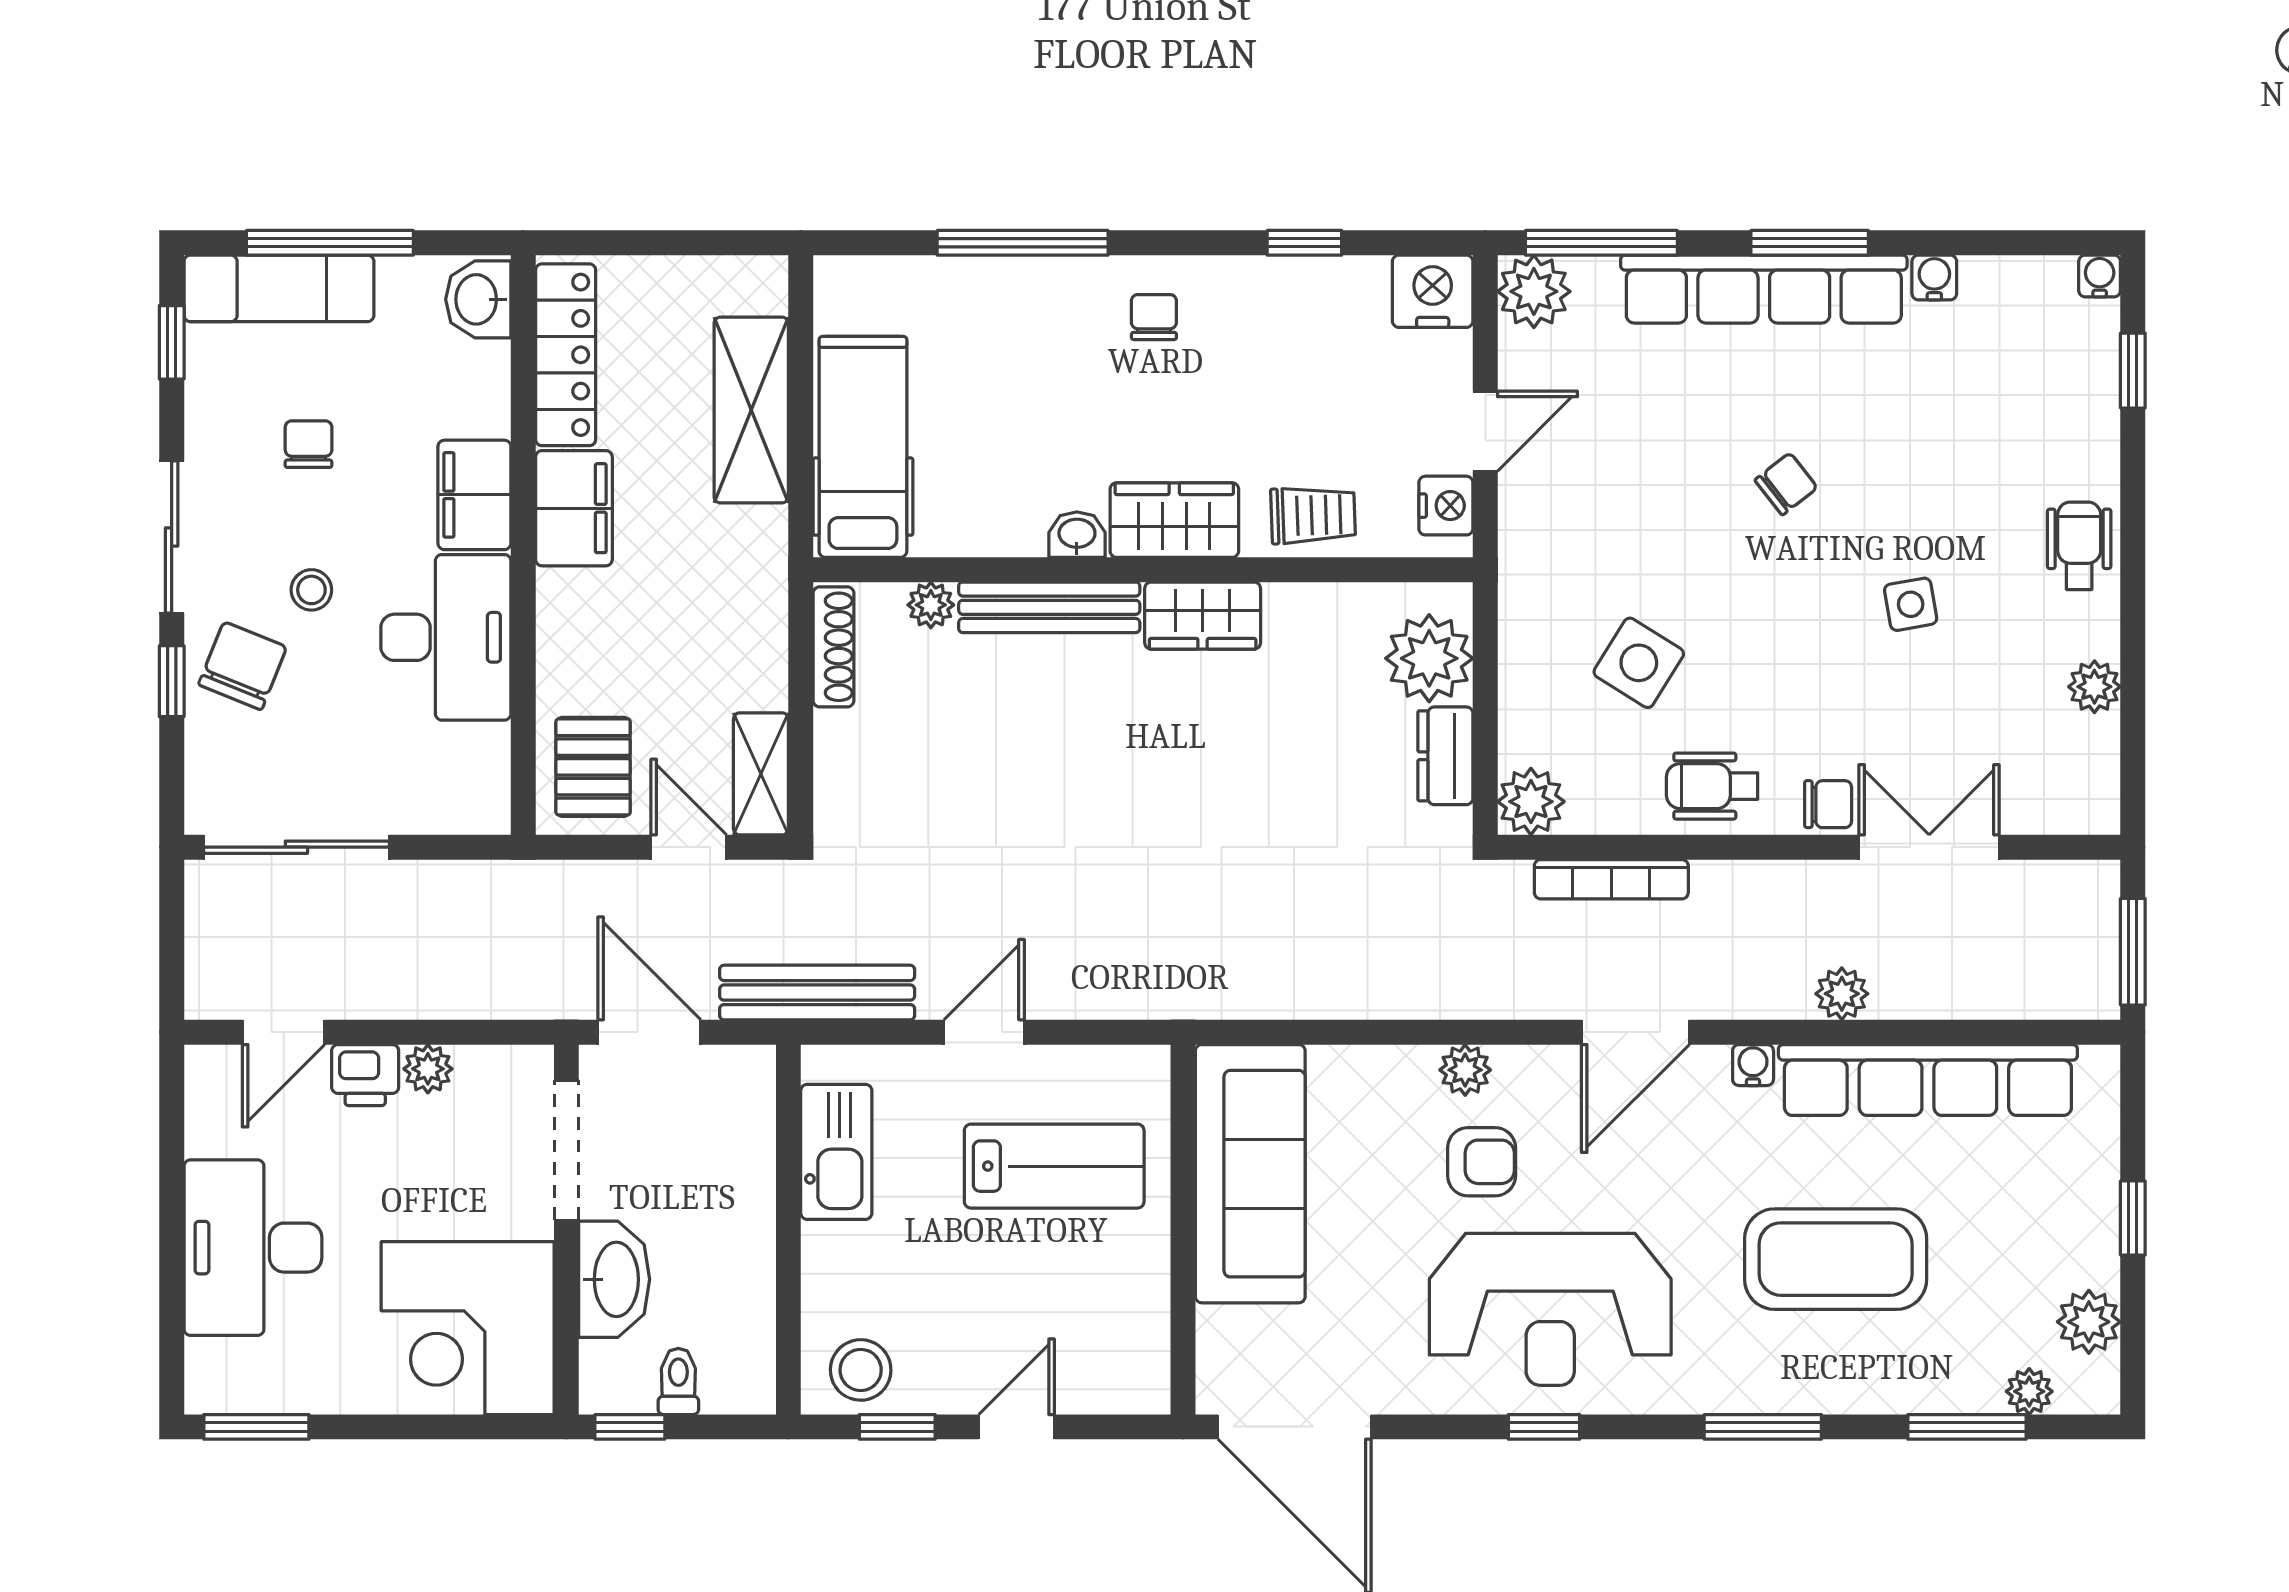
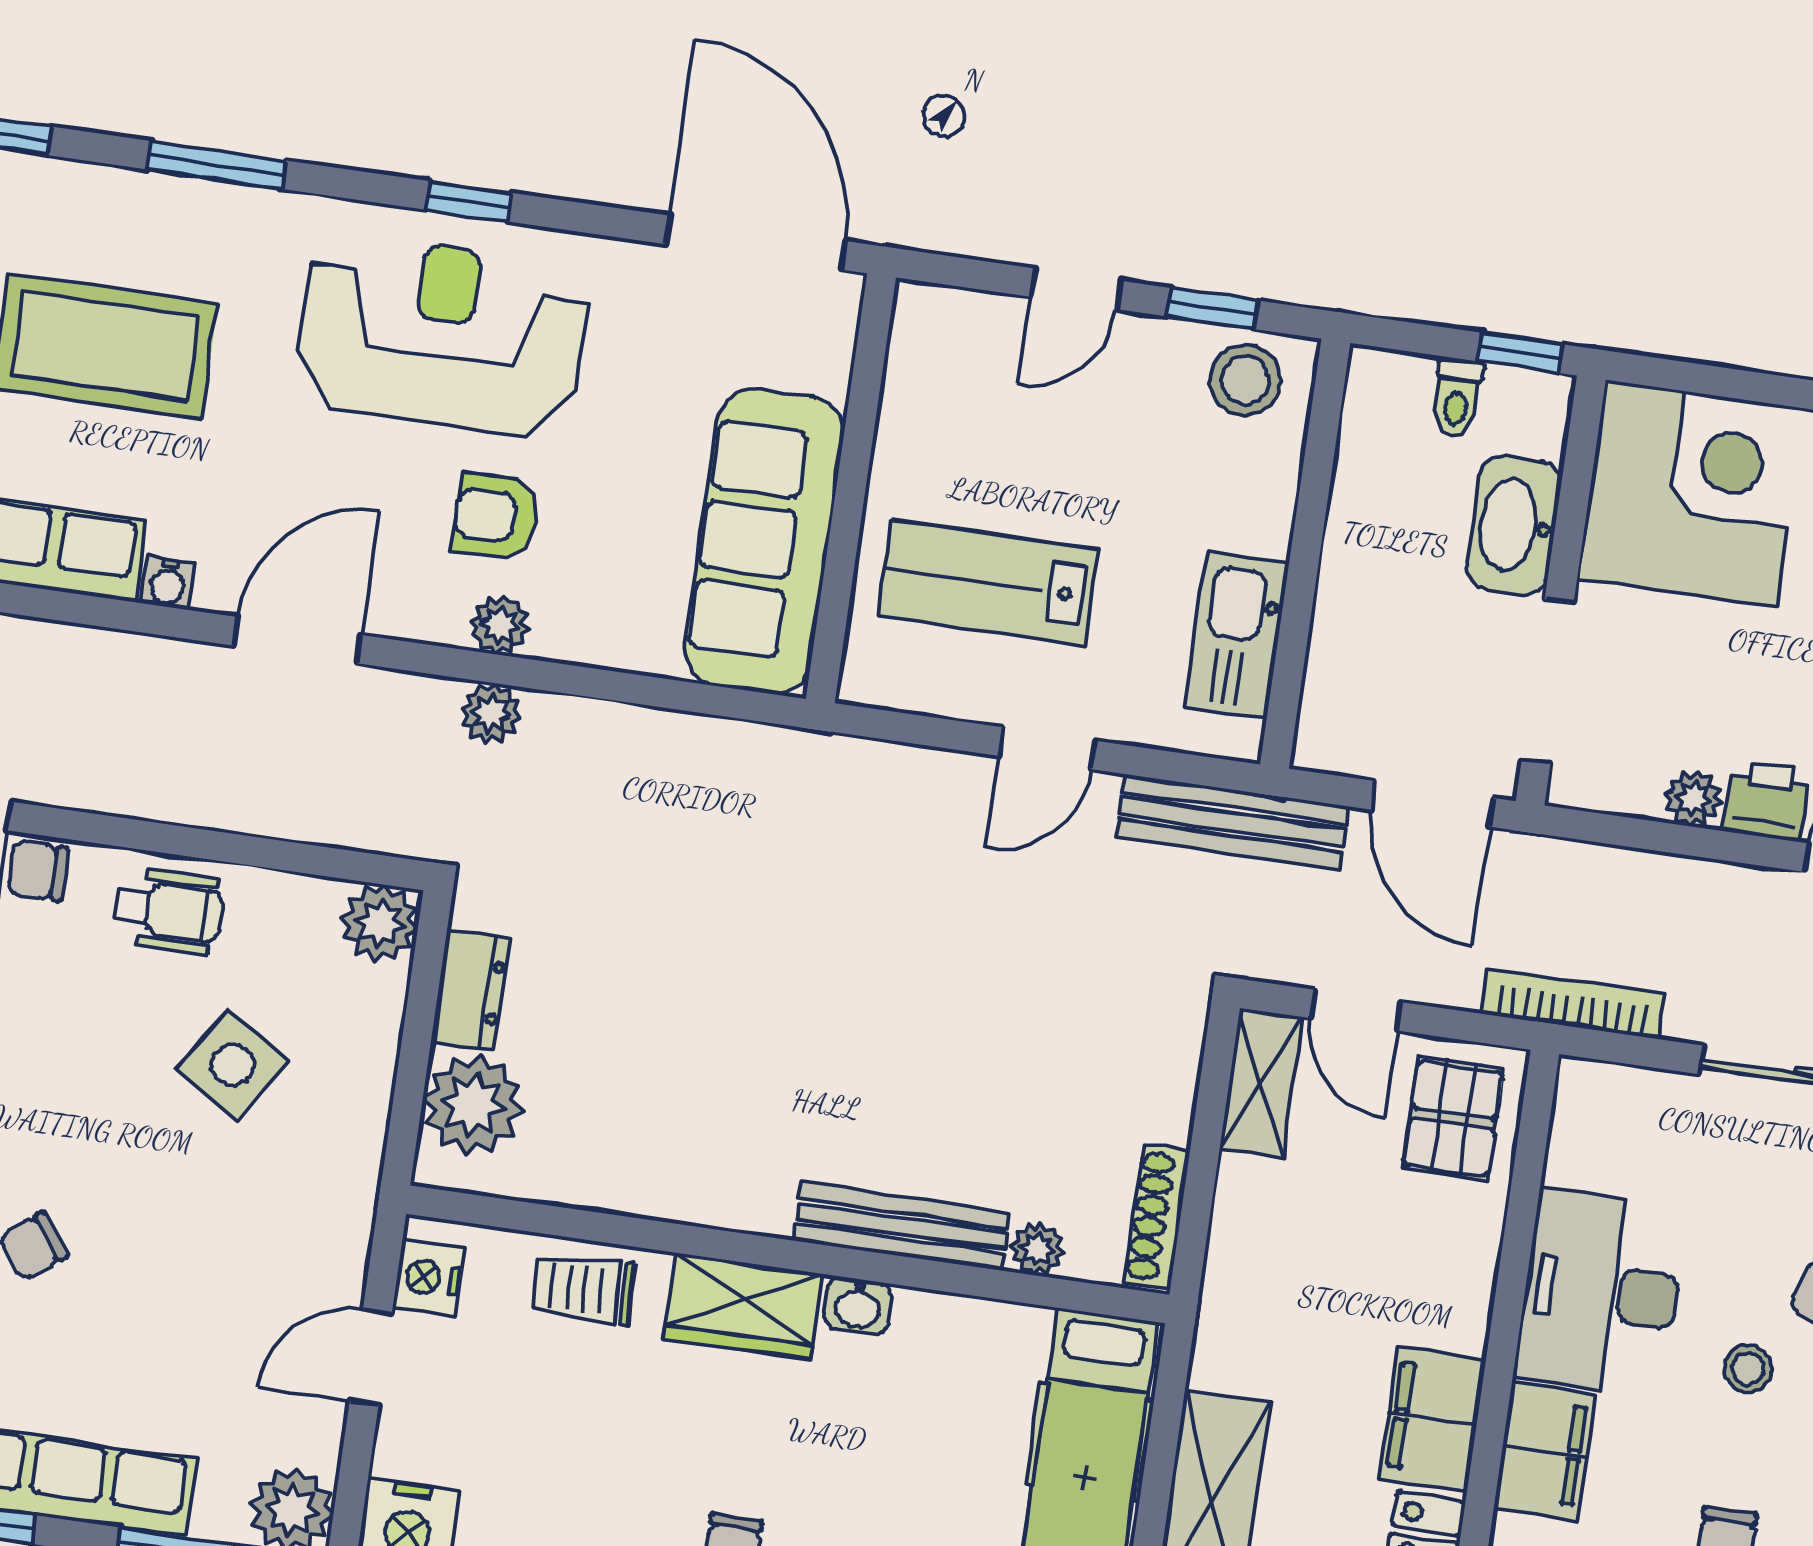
wardrobe: (1203, 616) -> (727, 1192), removed
bookcase: (1611, 879) -> (1573, 1004), moved
plant: (1842, 994) -> (491, 713), moved

